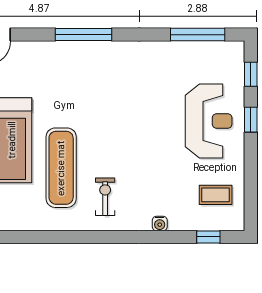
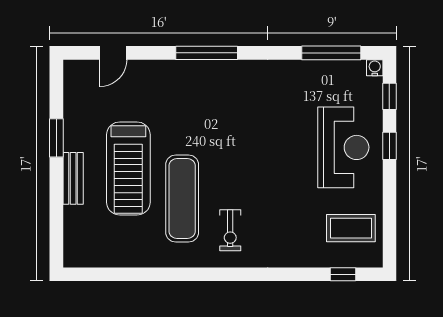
coffee table: (216, 195) -> (351, 228), width x1.36, depth x1.30
exercise bike: (105, 197) -> (230, 230), turned 180
water cooler: (160, 223) -> (375, 68), moved, turned 180

